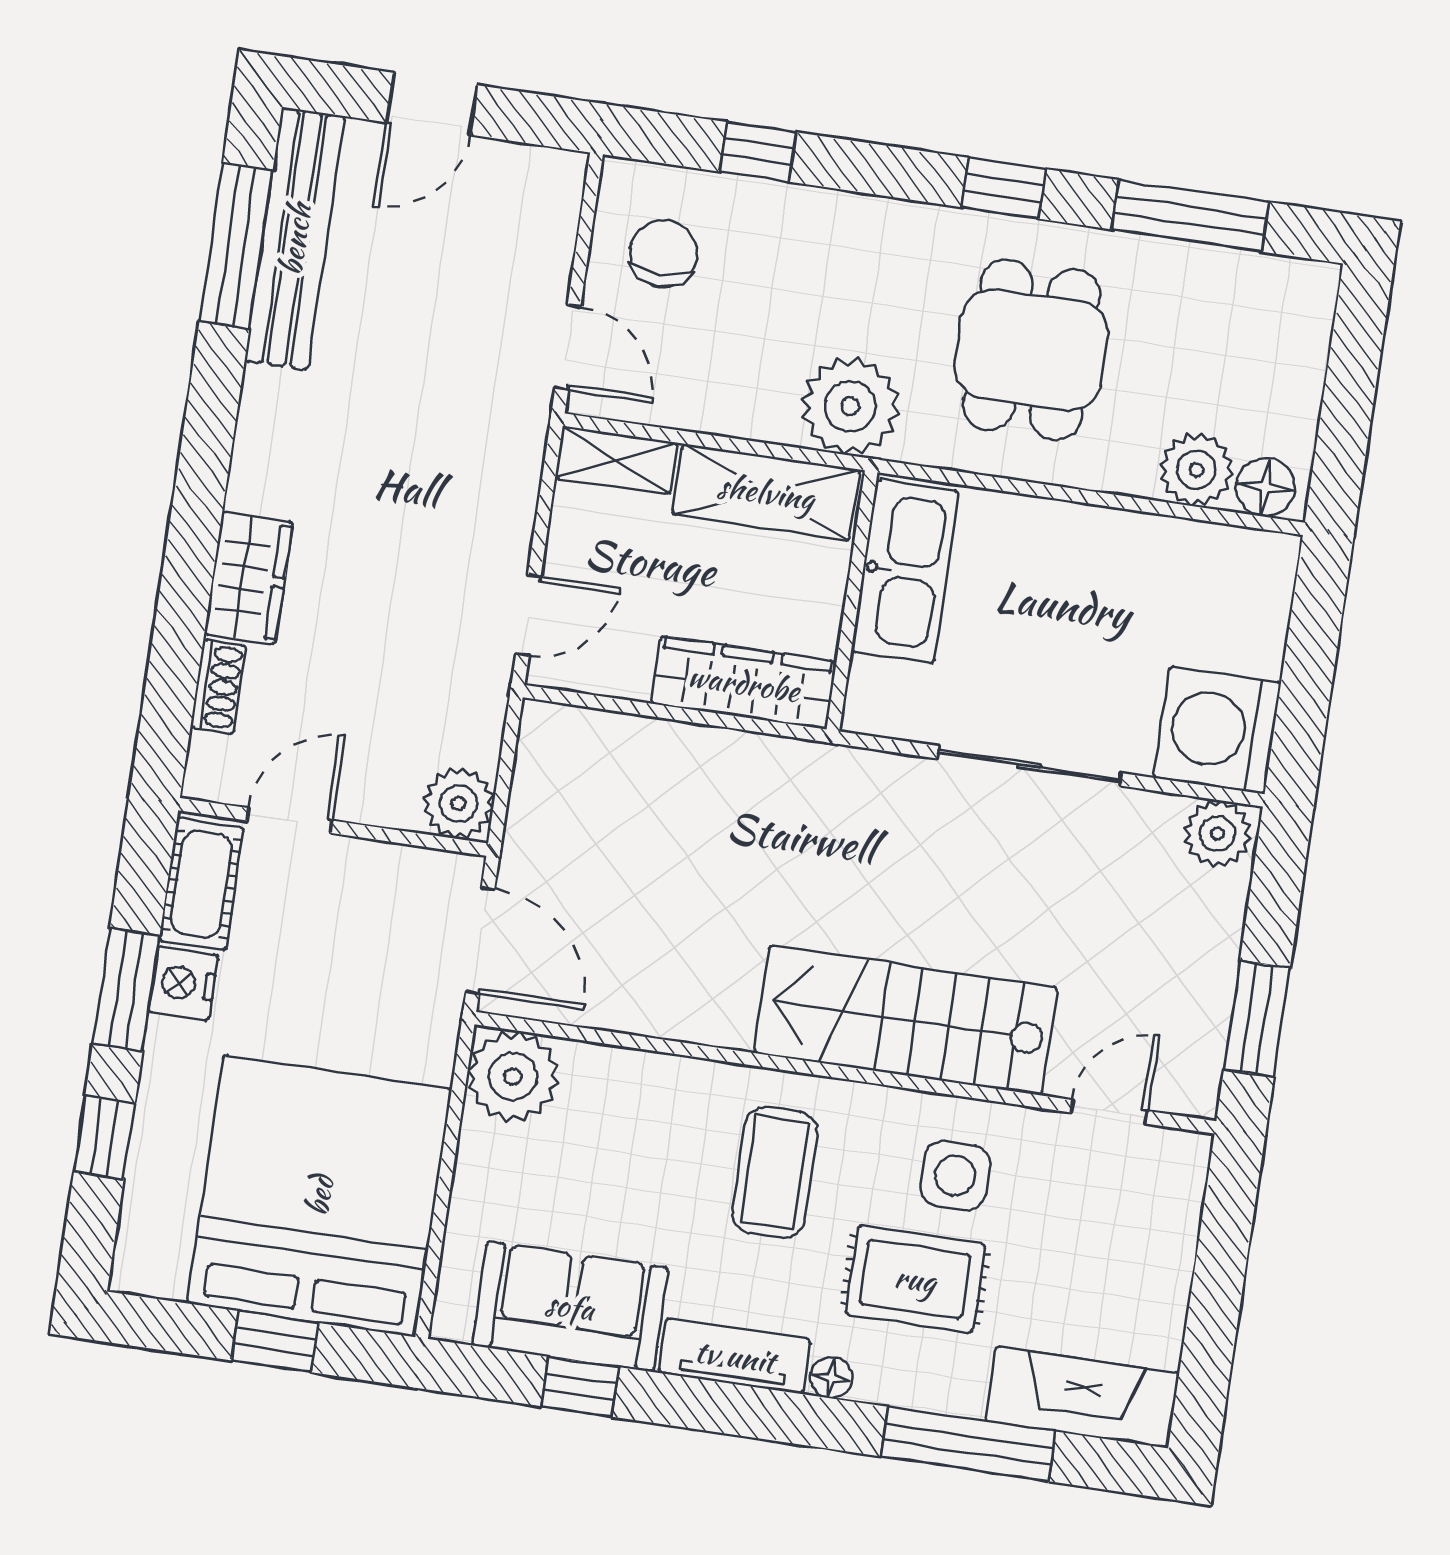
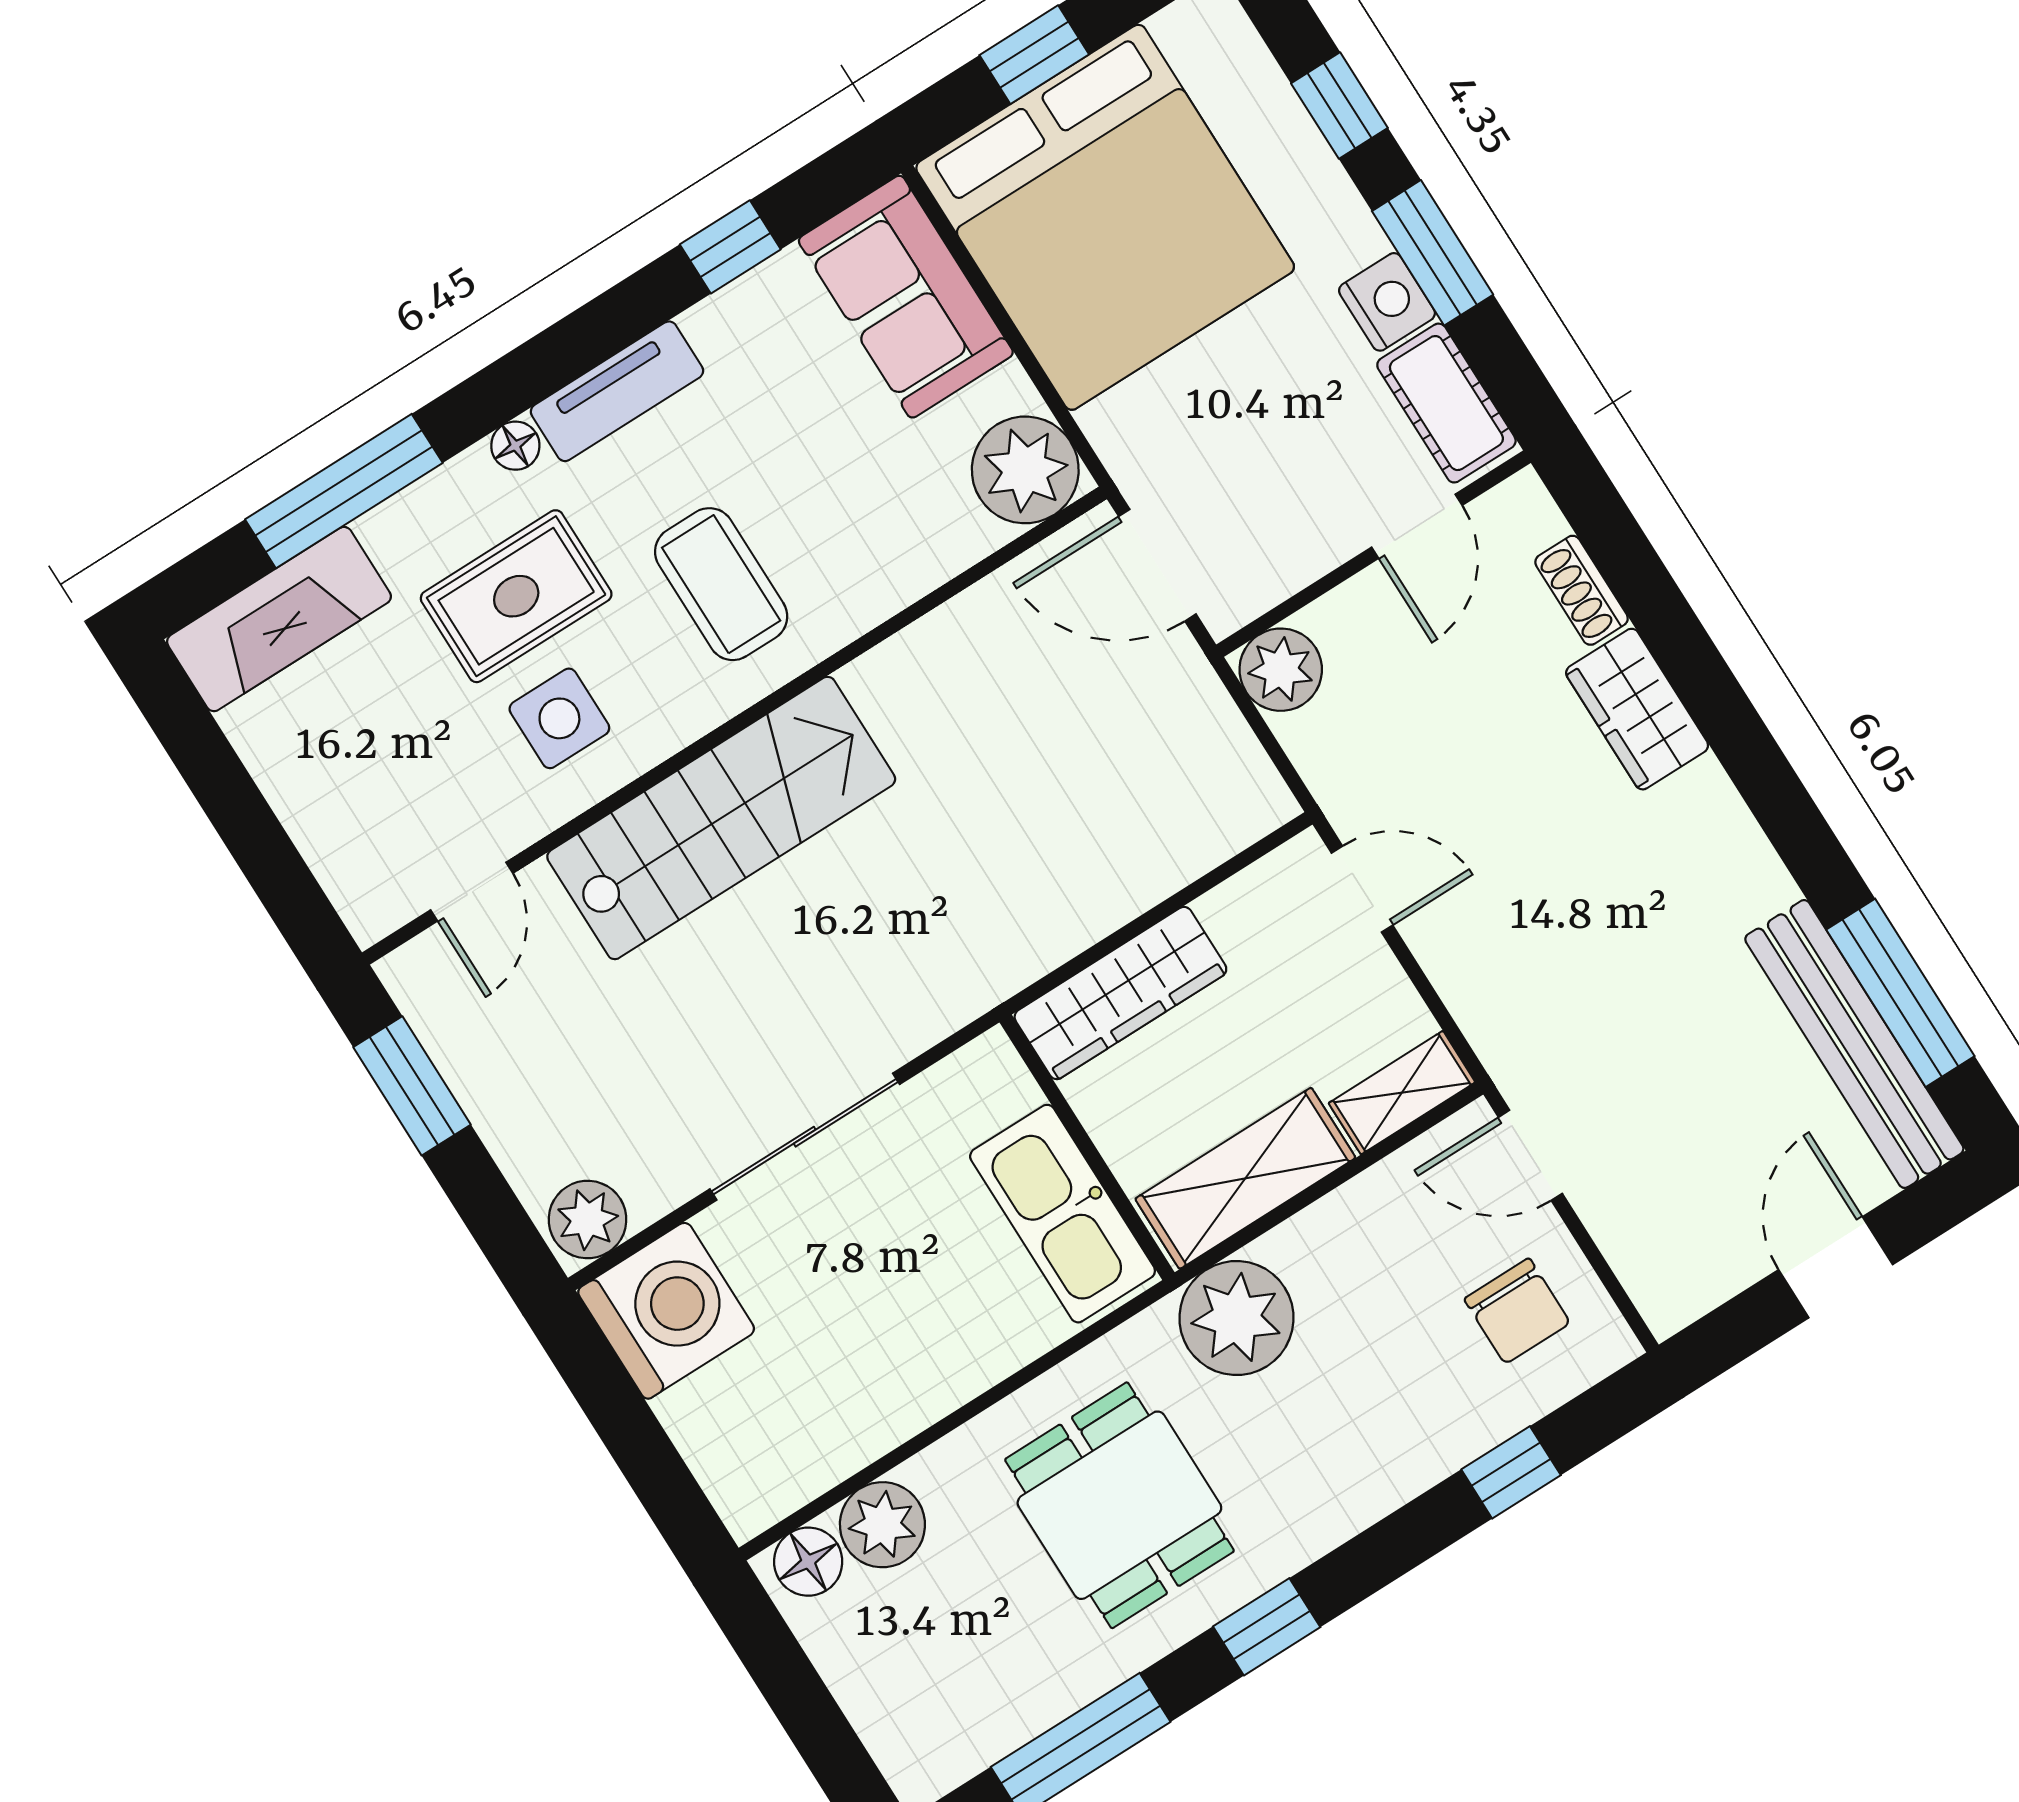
door: (528, 615) -> (1362, 889), swing flipped
sofa: (570, 1306) -> (906, 297), moved, turned 90

